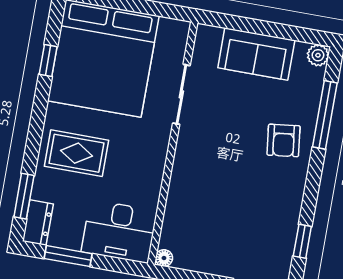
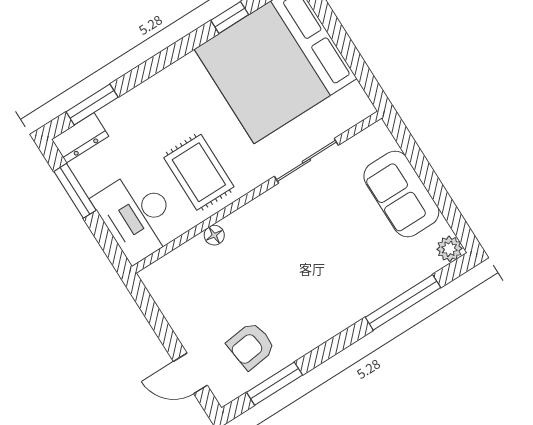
armchair: (284, 140) -> (251, 346), moved
rug: (76, 153) -> (199, 172), moved
window: (302, 241) -> (275, 384), width x1.50
floor lamp: (164, 258) -> (214, 235), moved

